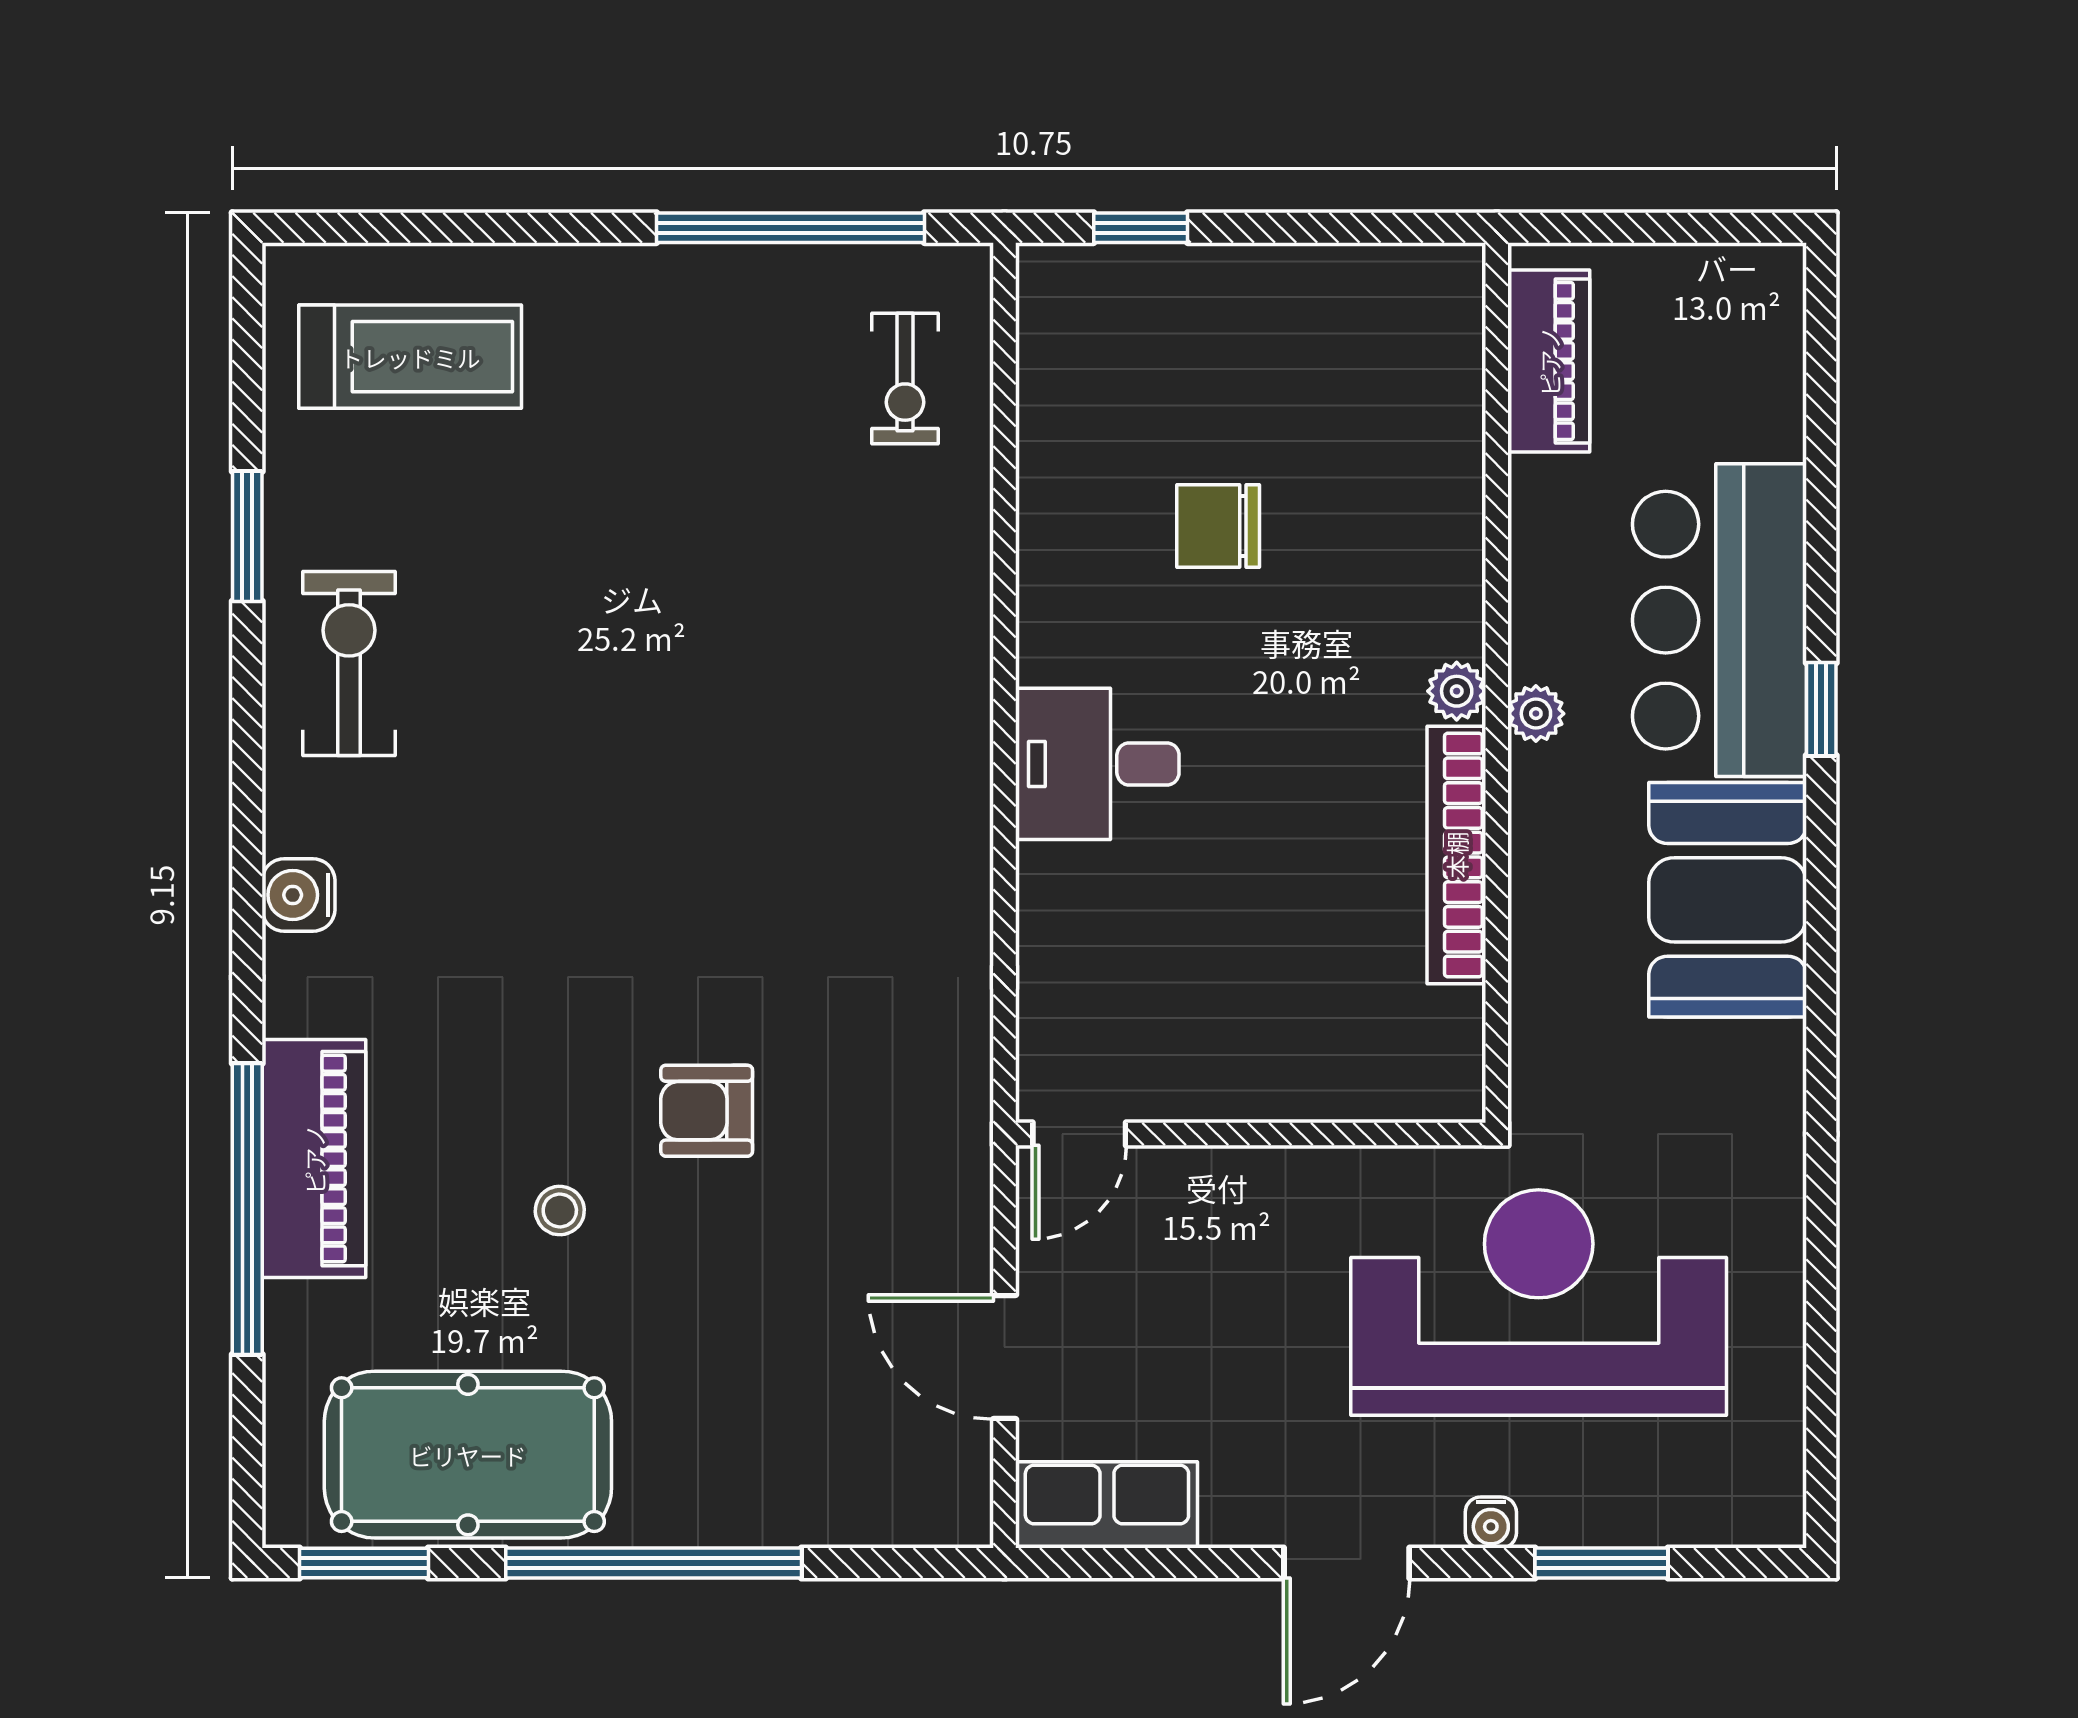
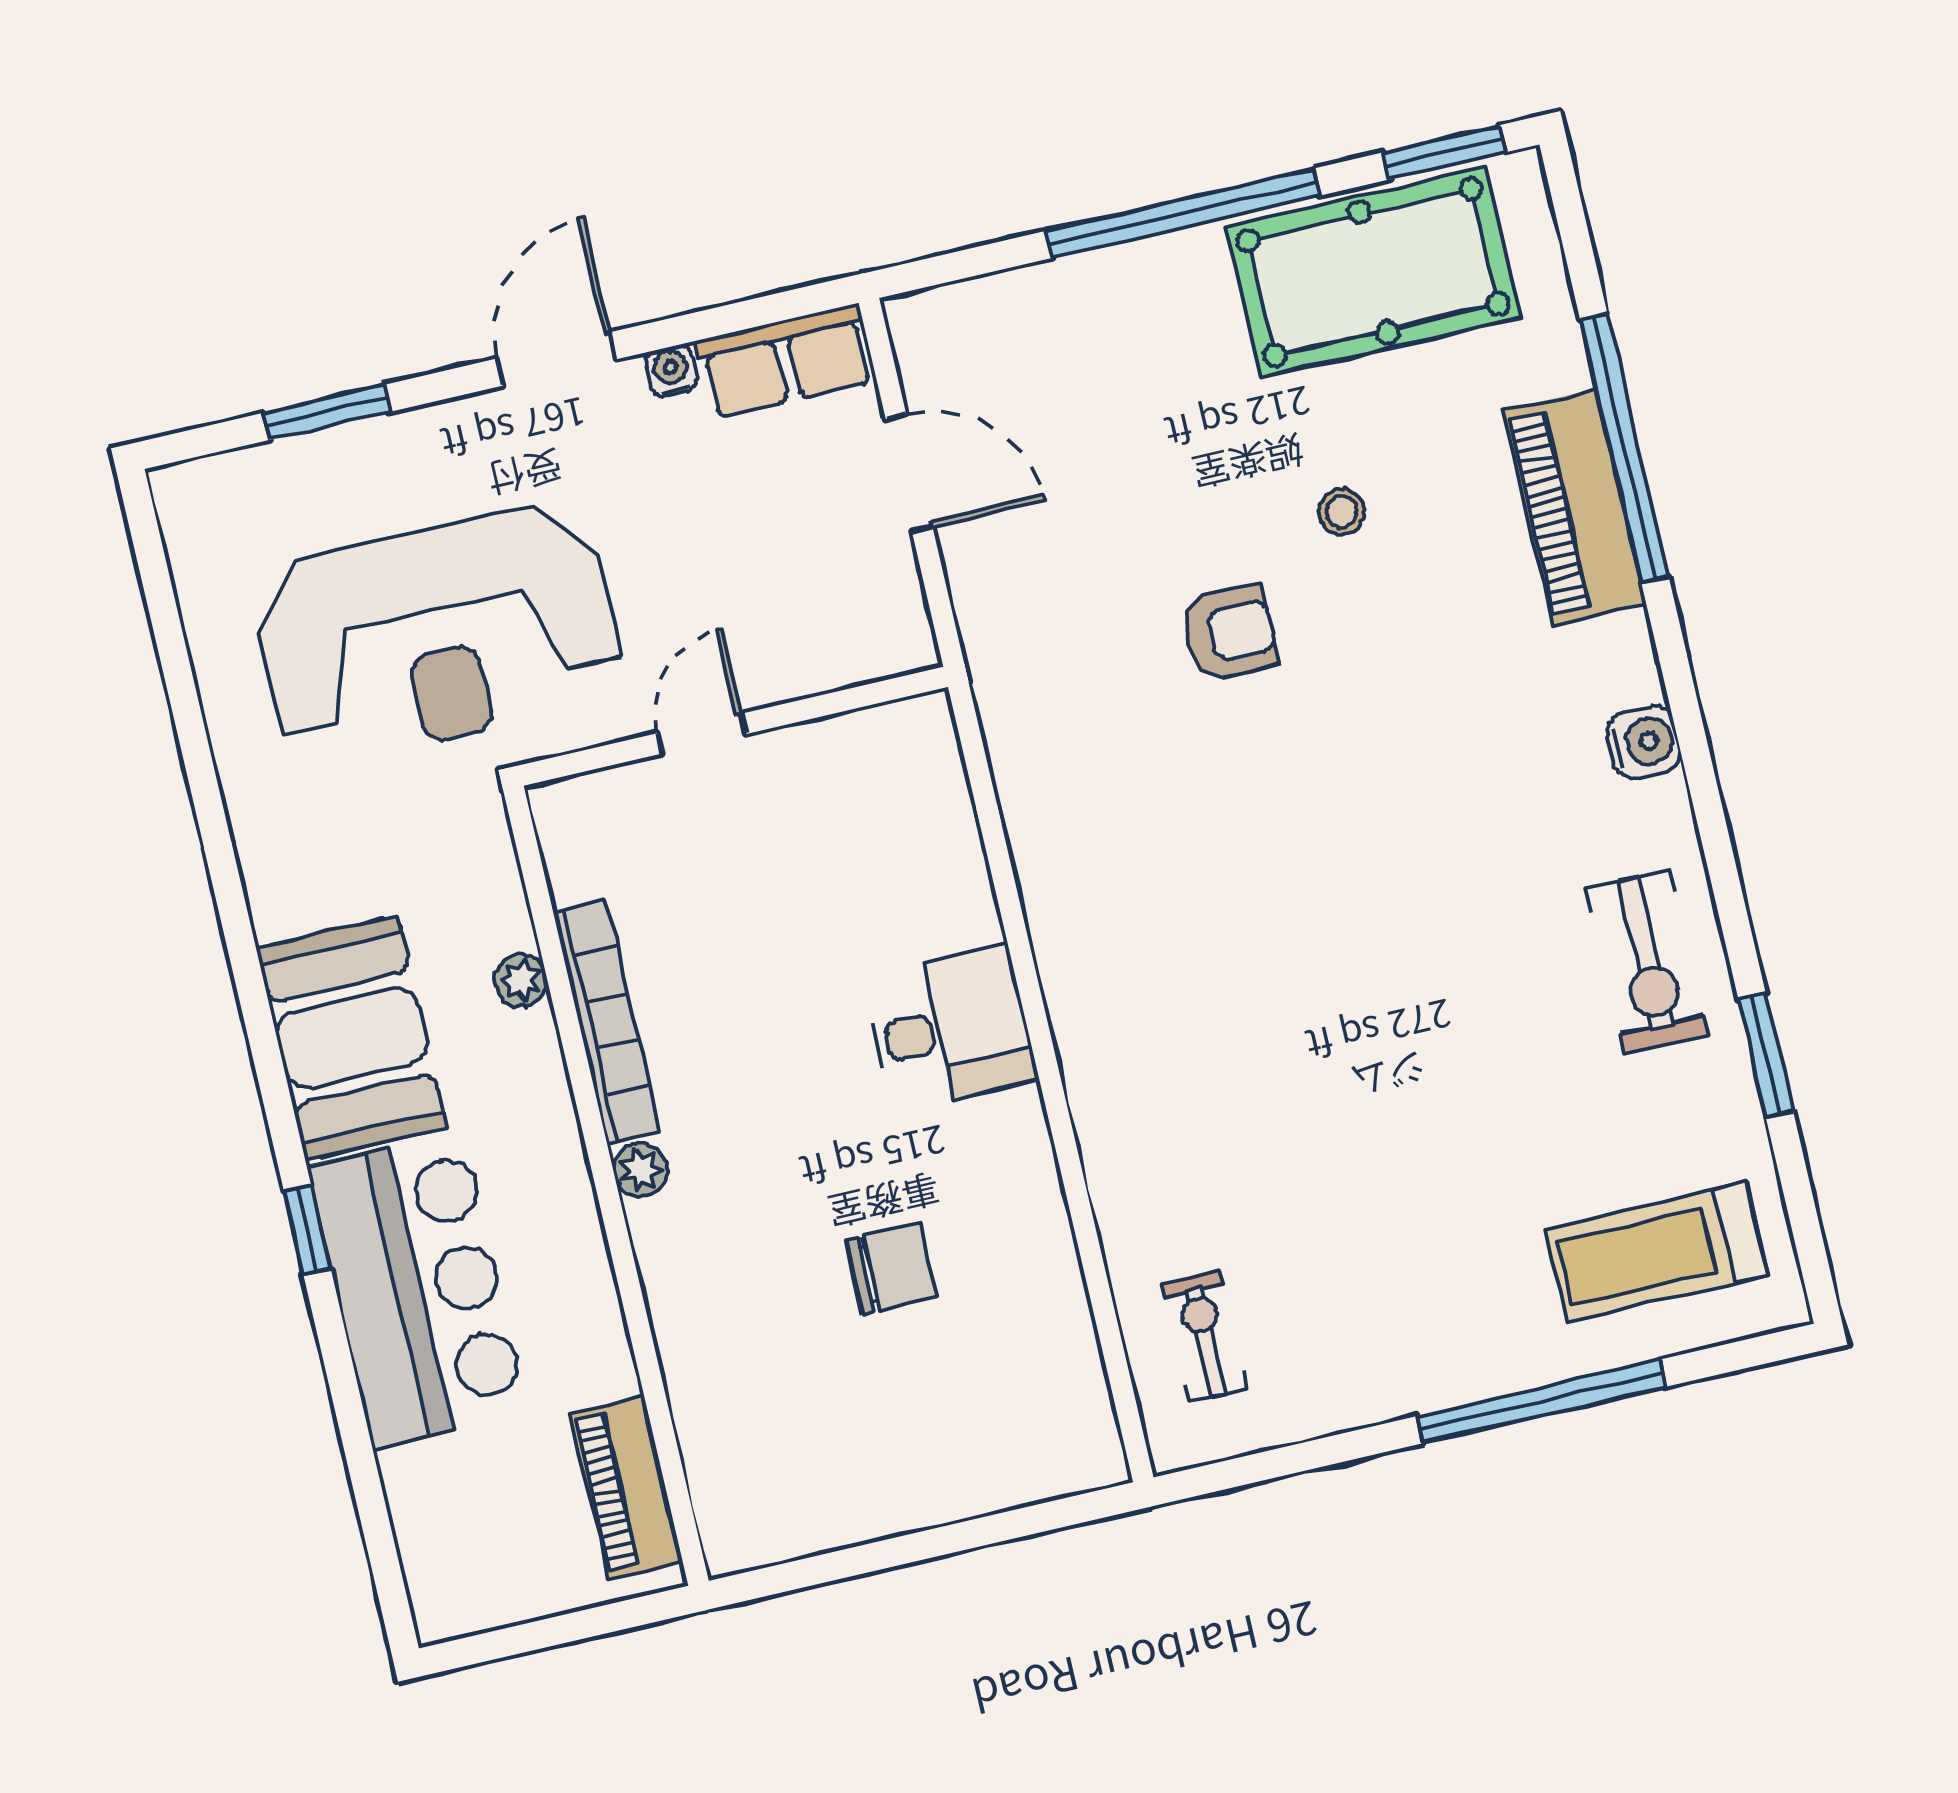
window: (790, 228) -> (1541, 1402), moved
window: (1141, 228) -> (1023, 1522), removed
plant: (1536, 714) -> (521, 981), moved
door: (1079, 1134) -> (702, 734), moved
water cooler: (1491, 1523) -> (672, 371), moved

